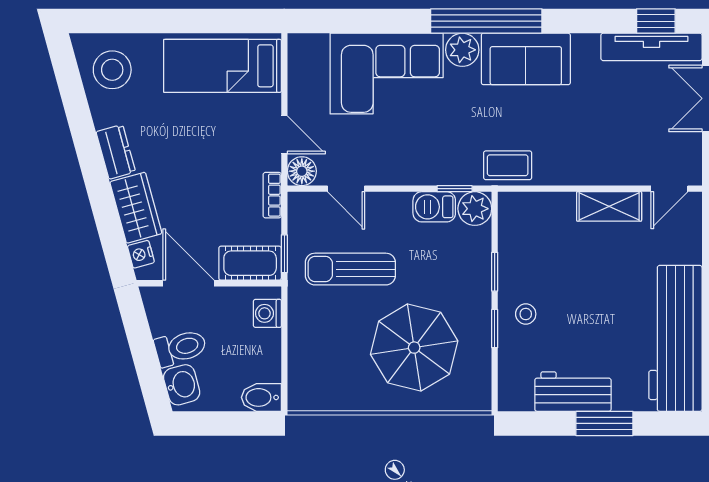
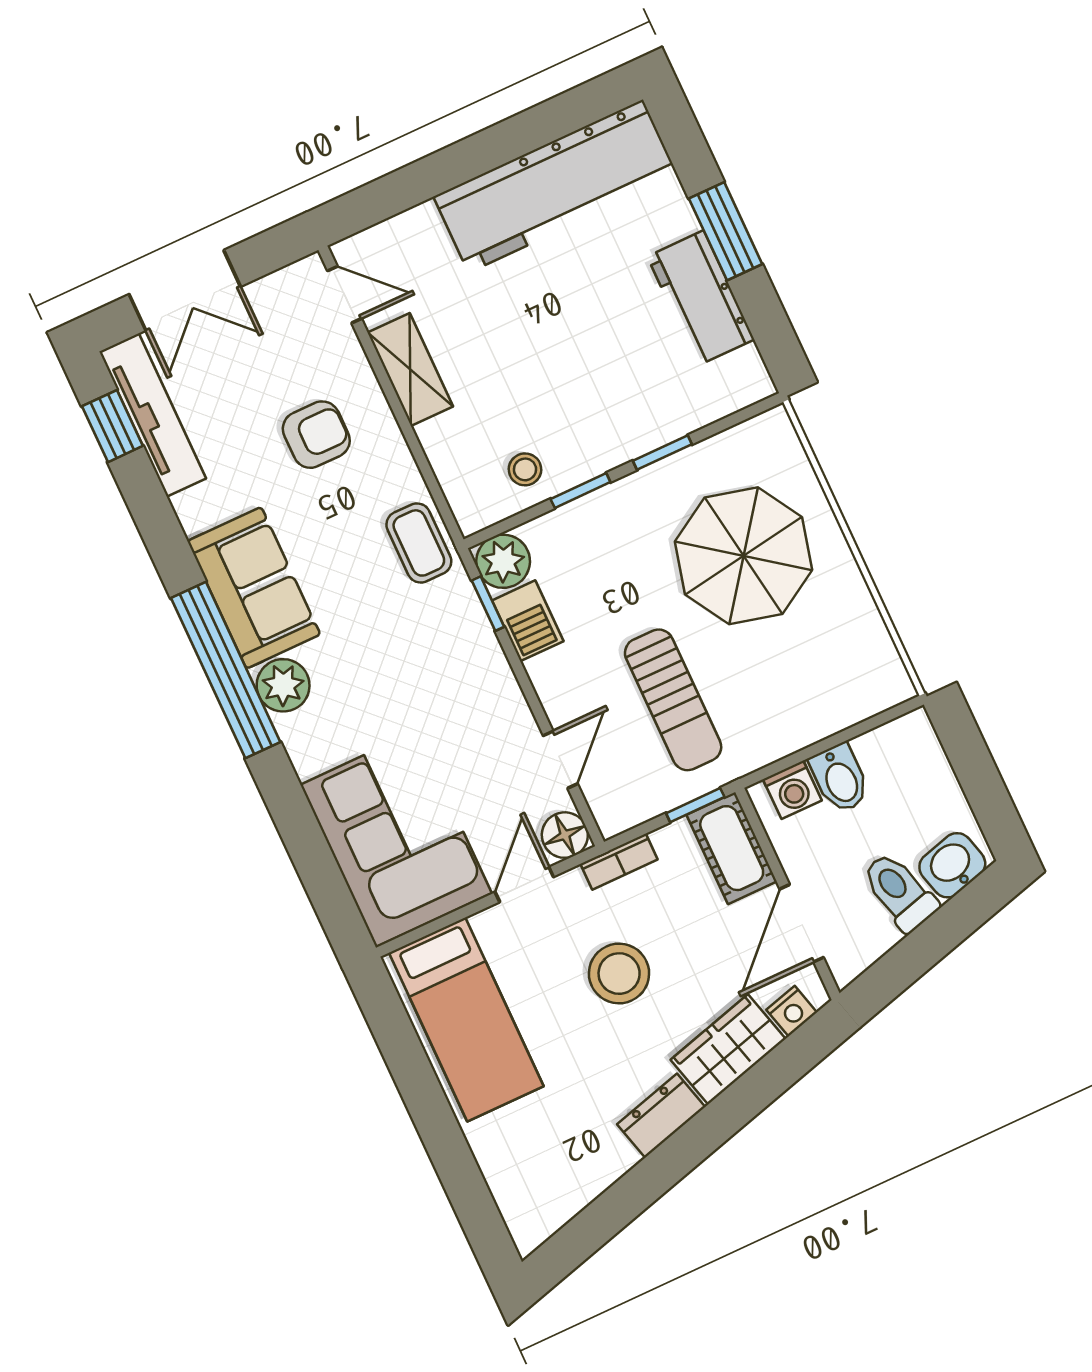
stool: (112, 70) -> (619, 974), moved
corner sofa: (387, 74) -> (396, 839), moved
armchair: (597, 135) -> (316, 435), added
stool: (526, 314) -> (525, 469), moved
bidet: (261, 397) -> (840, 778), moved

